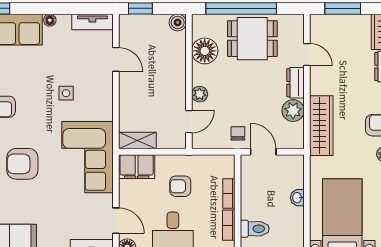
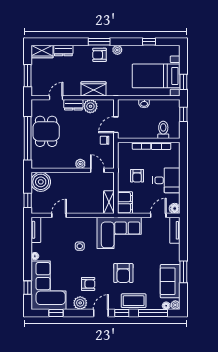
boiler: (178, 23) -> (41, 182), width x1.86, depth x1.86
floor lamp: (205, 51) -> (54, 161), removed
wardrobe: (321, 126) -> (94, 89), width x0.67

